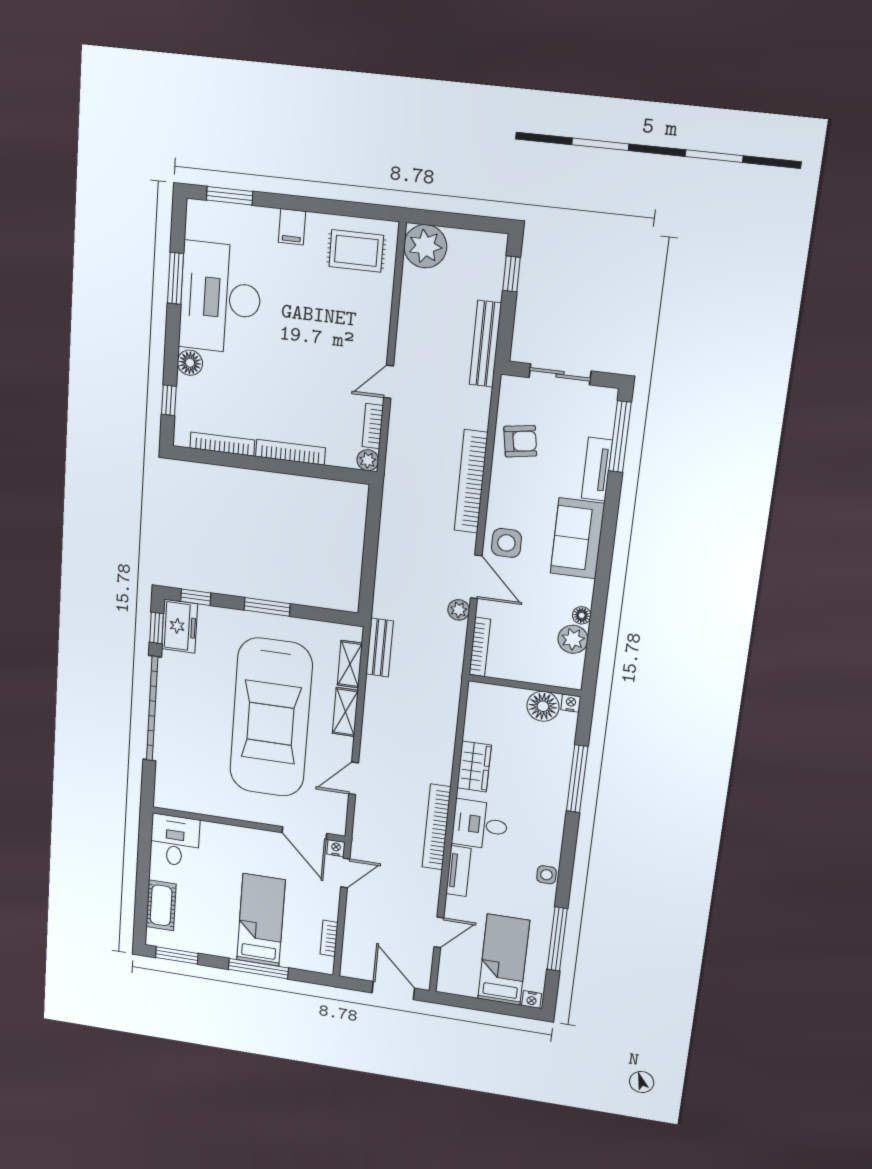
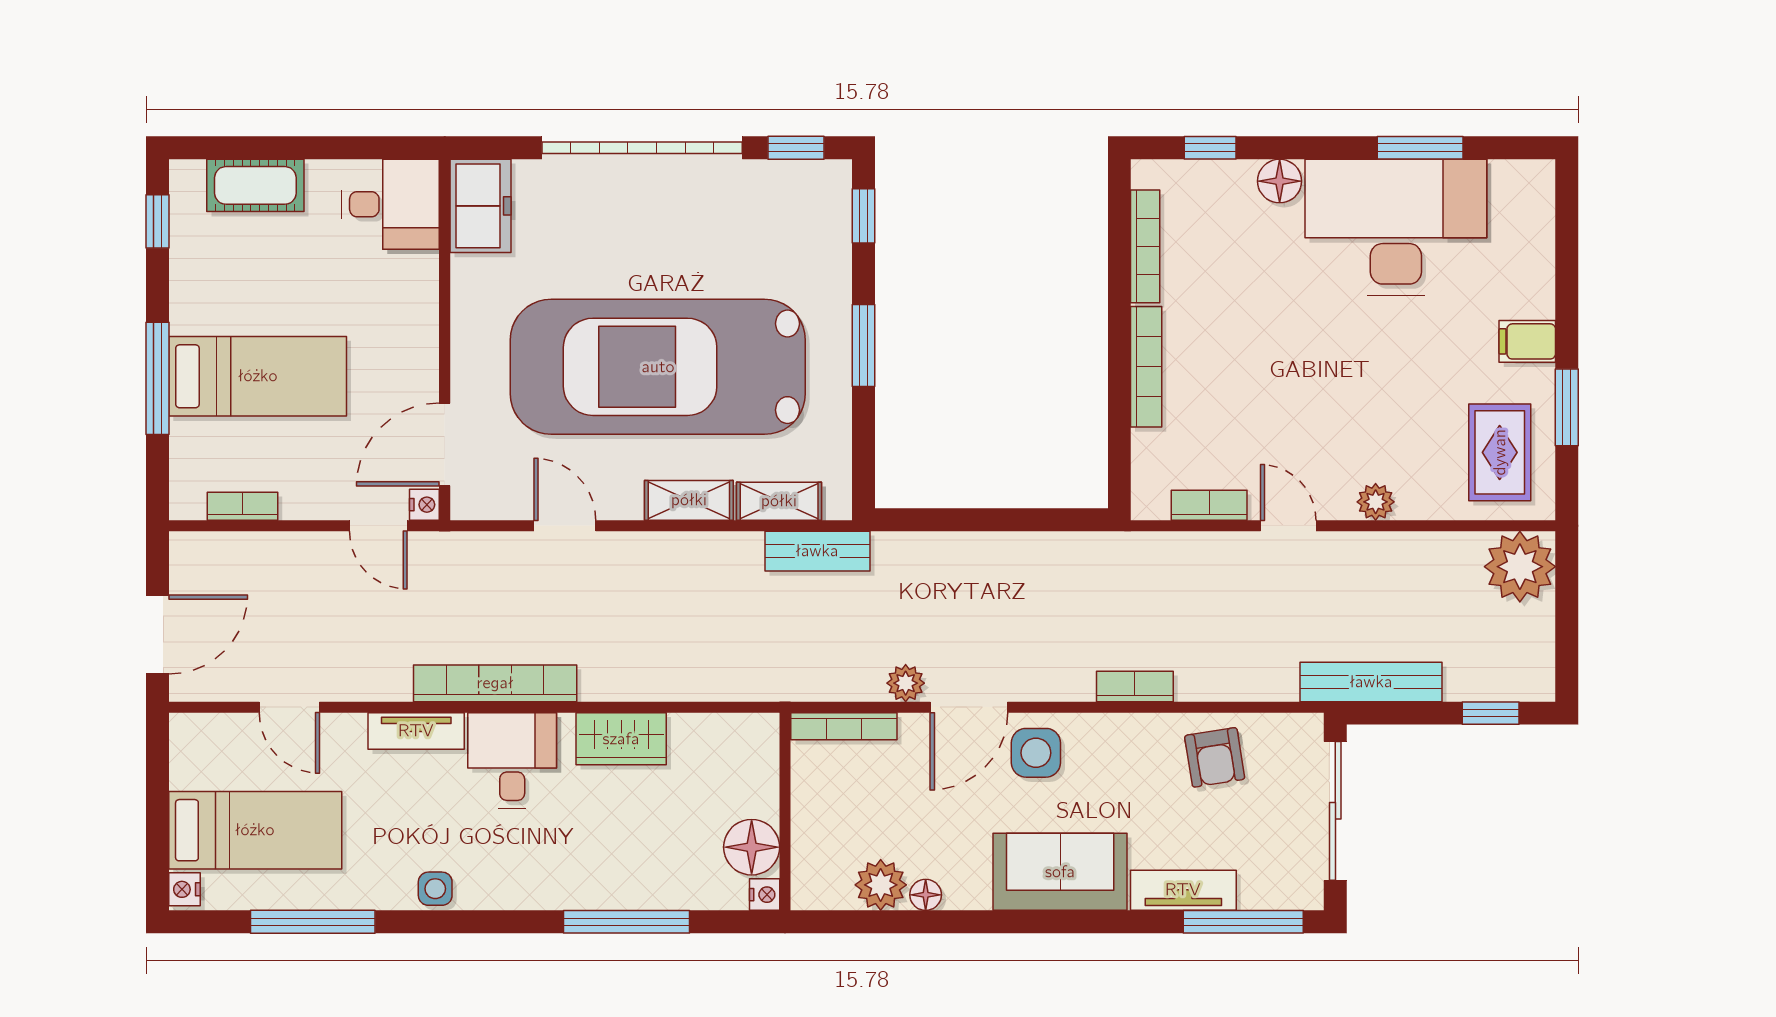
window: (230, 196) -> (1567, 407), moved
sliding door: (560, 374) -> (1335, 811), width x1.37
plant: (368, 460) -> (1376, 502), moved
bookcase: (471, 482) -> (1135, 686), width x0.43, depth x0.76
freezer: (179, 626) -> (481, 206), moved, turned -90
window: (177, 955) -> (157, 221), width x0.67

